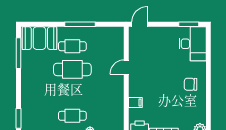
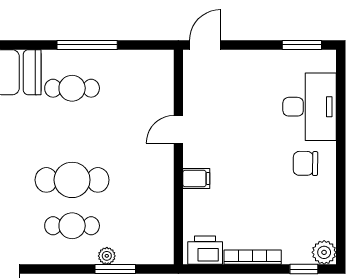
desk: (193, 44) -> (310, 107), moved
cafe table: (72, 69) -> (72, 180), moved
filing cabinet: (135, 102) -> (196, 178), moved

